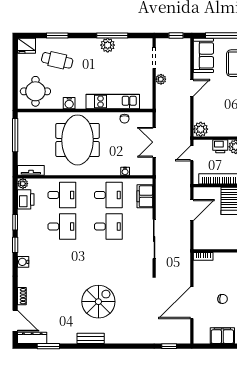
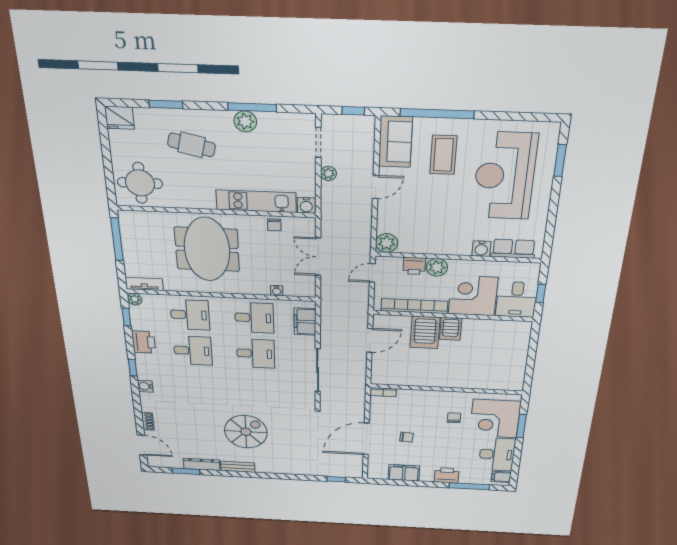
cafe table: (57, 60) -> (192, 145), moved
water cooler: (69, 103) -> (306, 205), moved
printer: (26, 199) -> (144, 342), moved
window: (15, 222) -> (126, 317), moved
dresser: (32, 338) -> (202, 464), moved

